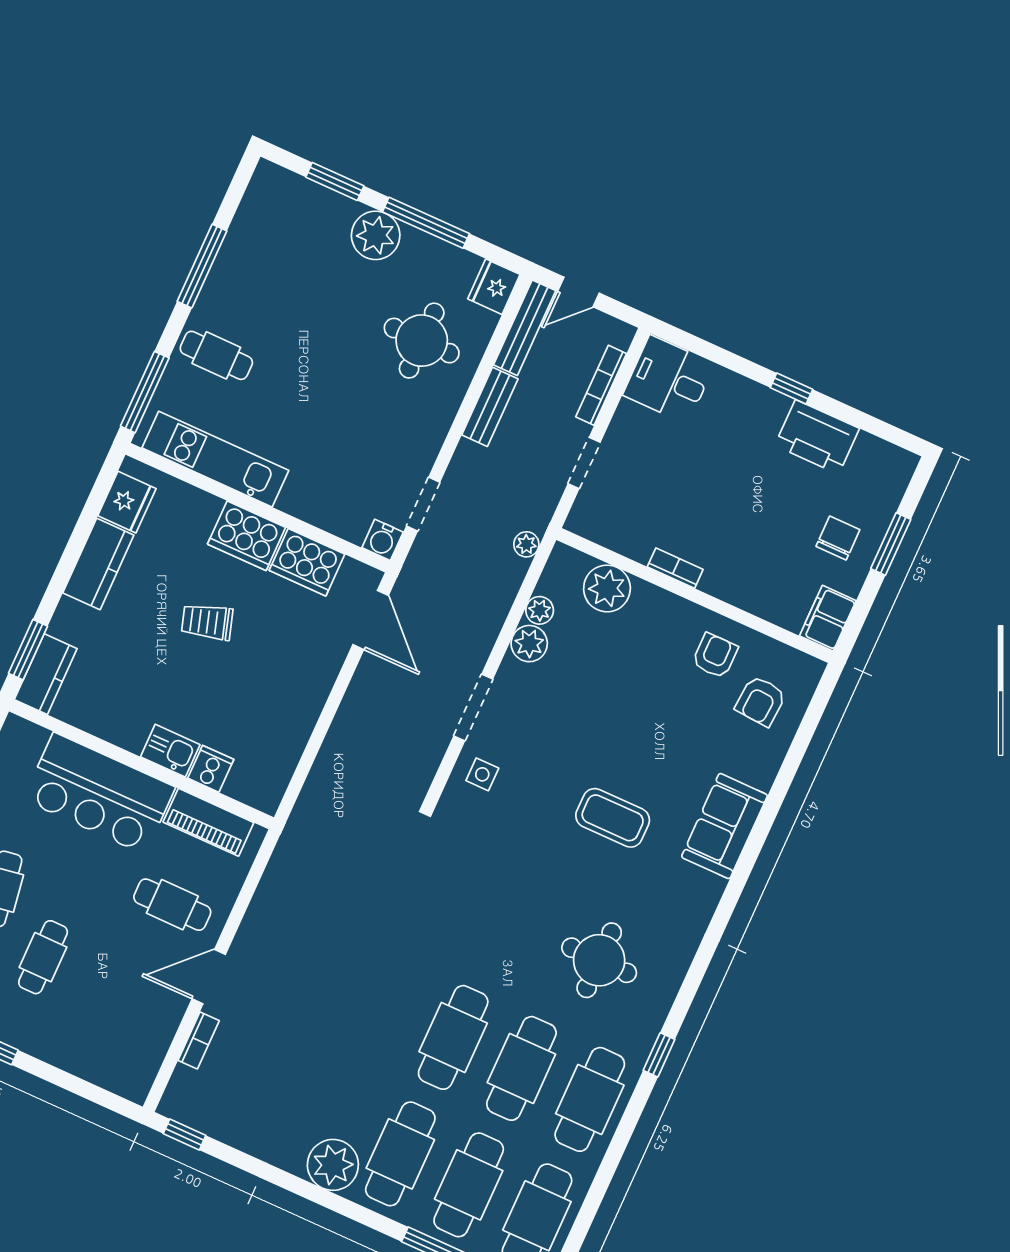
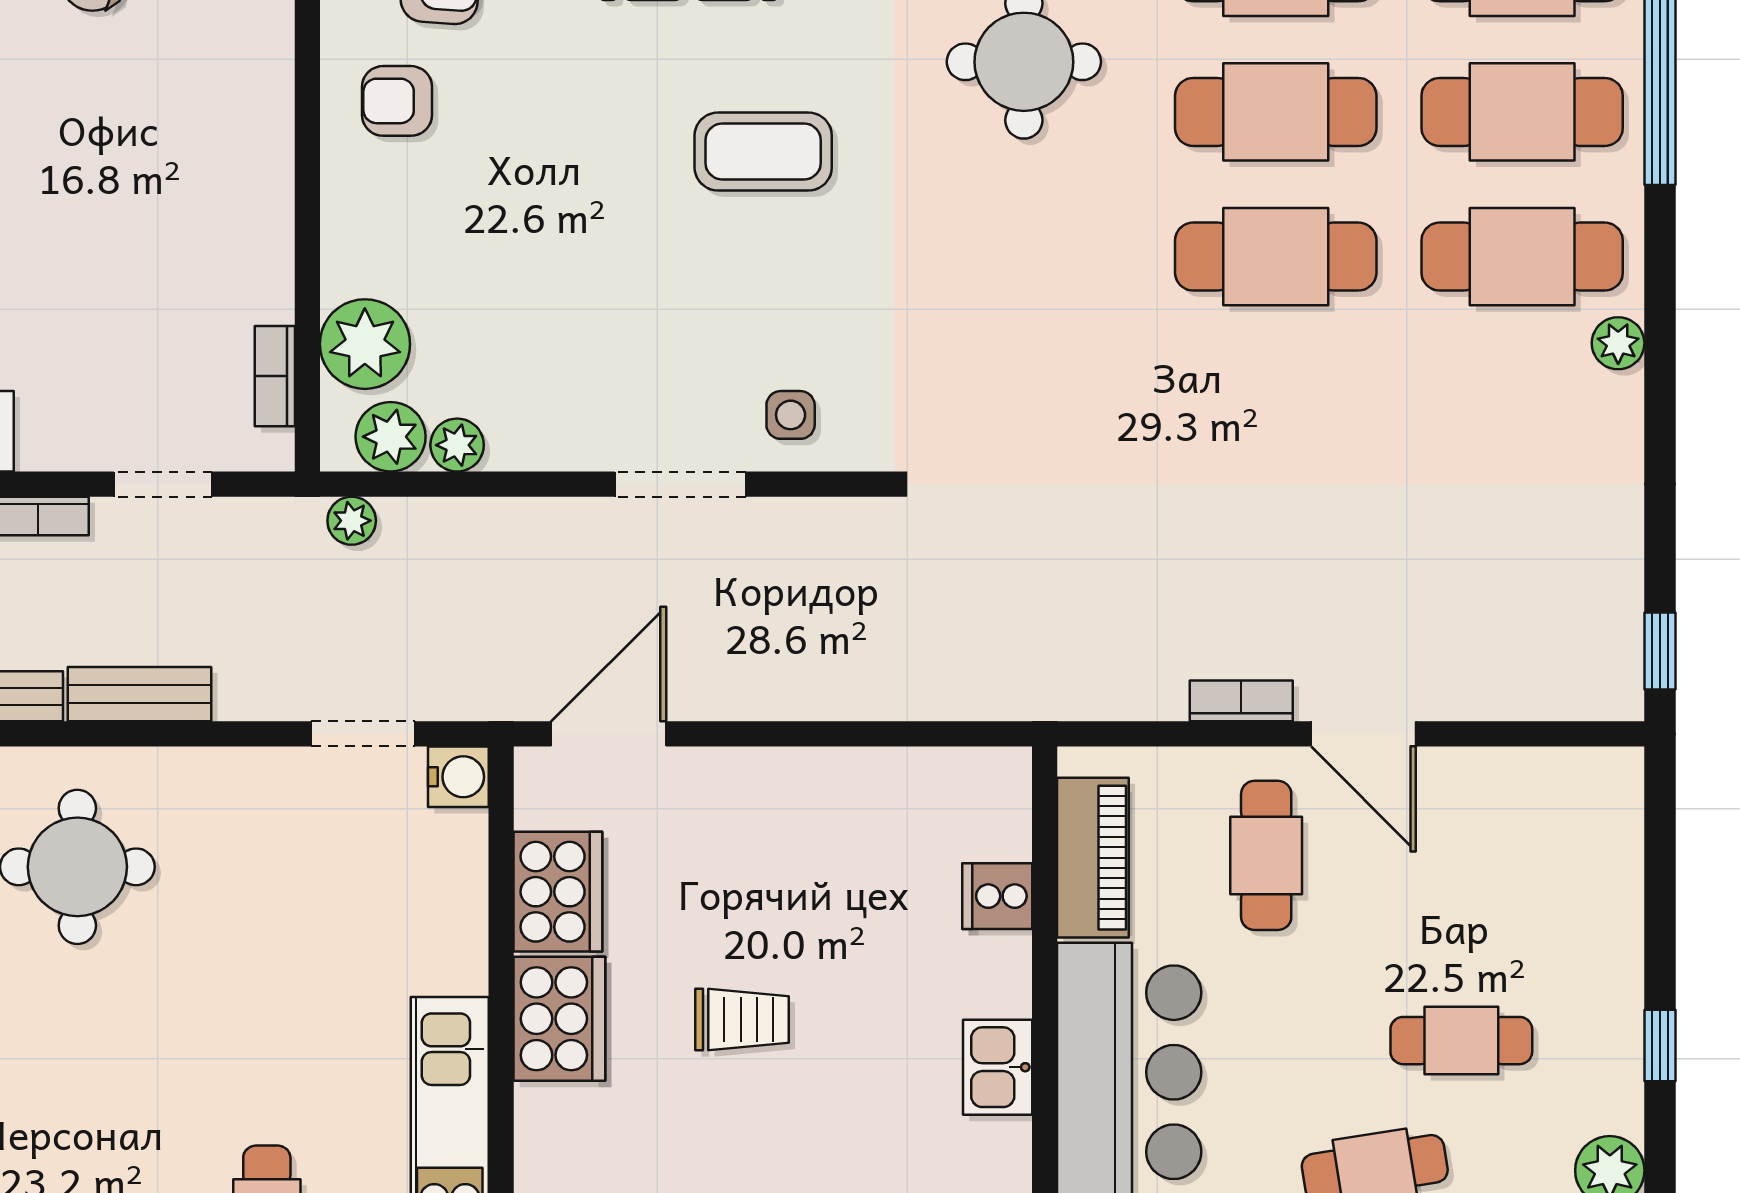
bookcase: (675, 568) -> (275, 376), moved
trolley: (207, 622) -> (742, 1019), turned -73
plant: (529, 644) -> (391, 437), moved
kitchen sink: (170, 751) -> (998, 1067), moved
coffee table: (613, 818) -> (763, 152), turned 90
bookcase: (199, 1040) -> (1241, 701), moved
plant: (333, 1165) -> (1618, 343), width x0.53, depth x0.53

